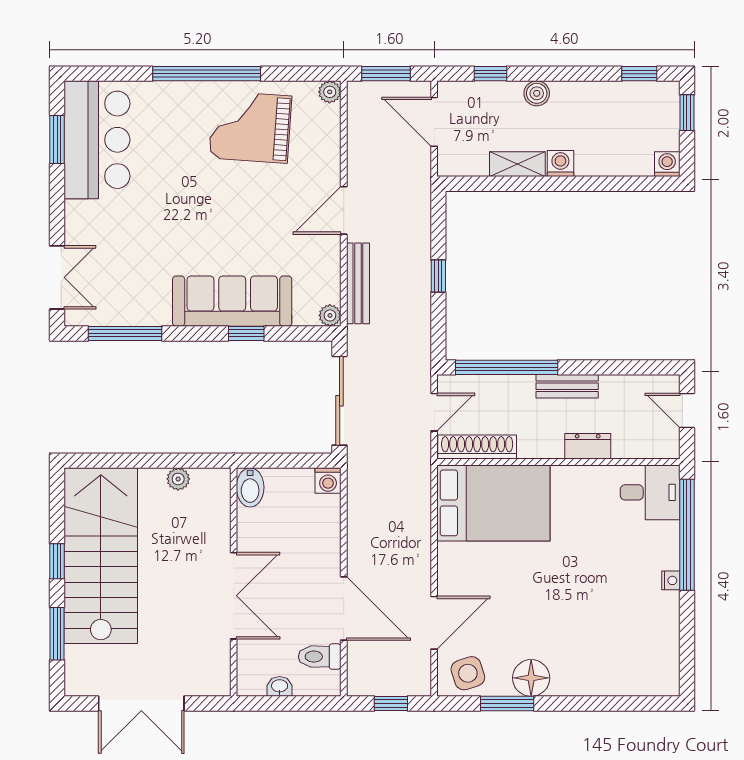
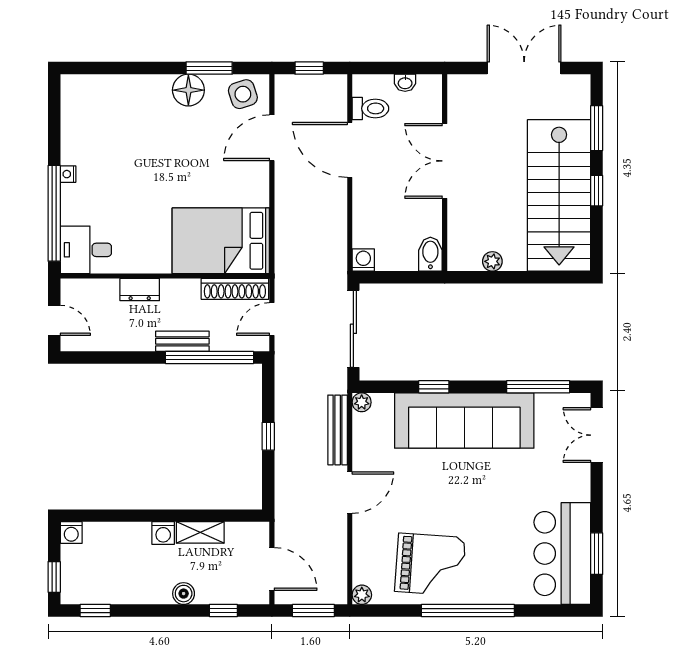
sofa: (232, 301) -> (464, 420), width x1.36, depth x1.27
bench: (567, 386) -> (182, 341), moved

